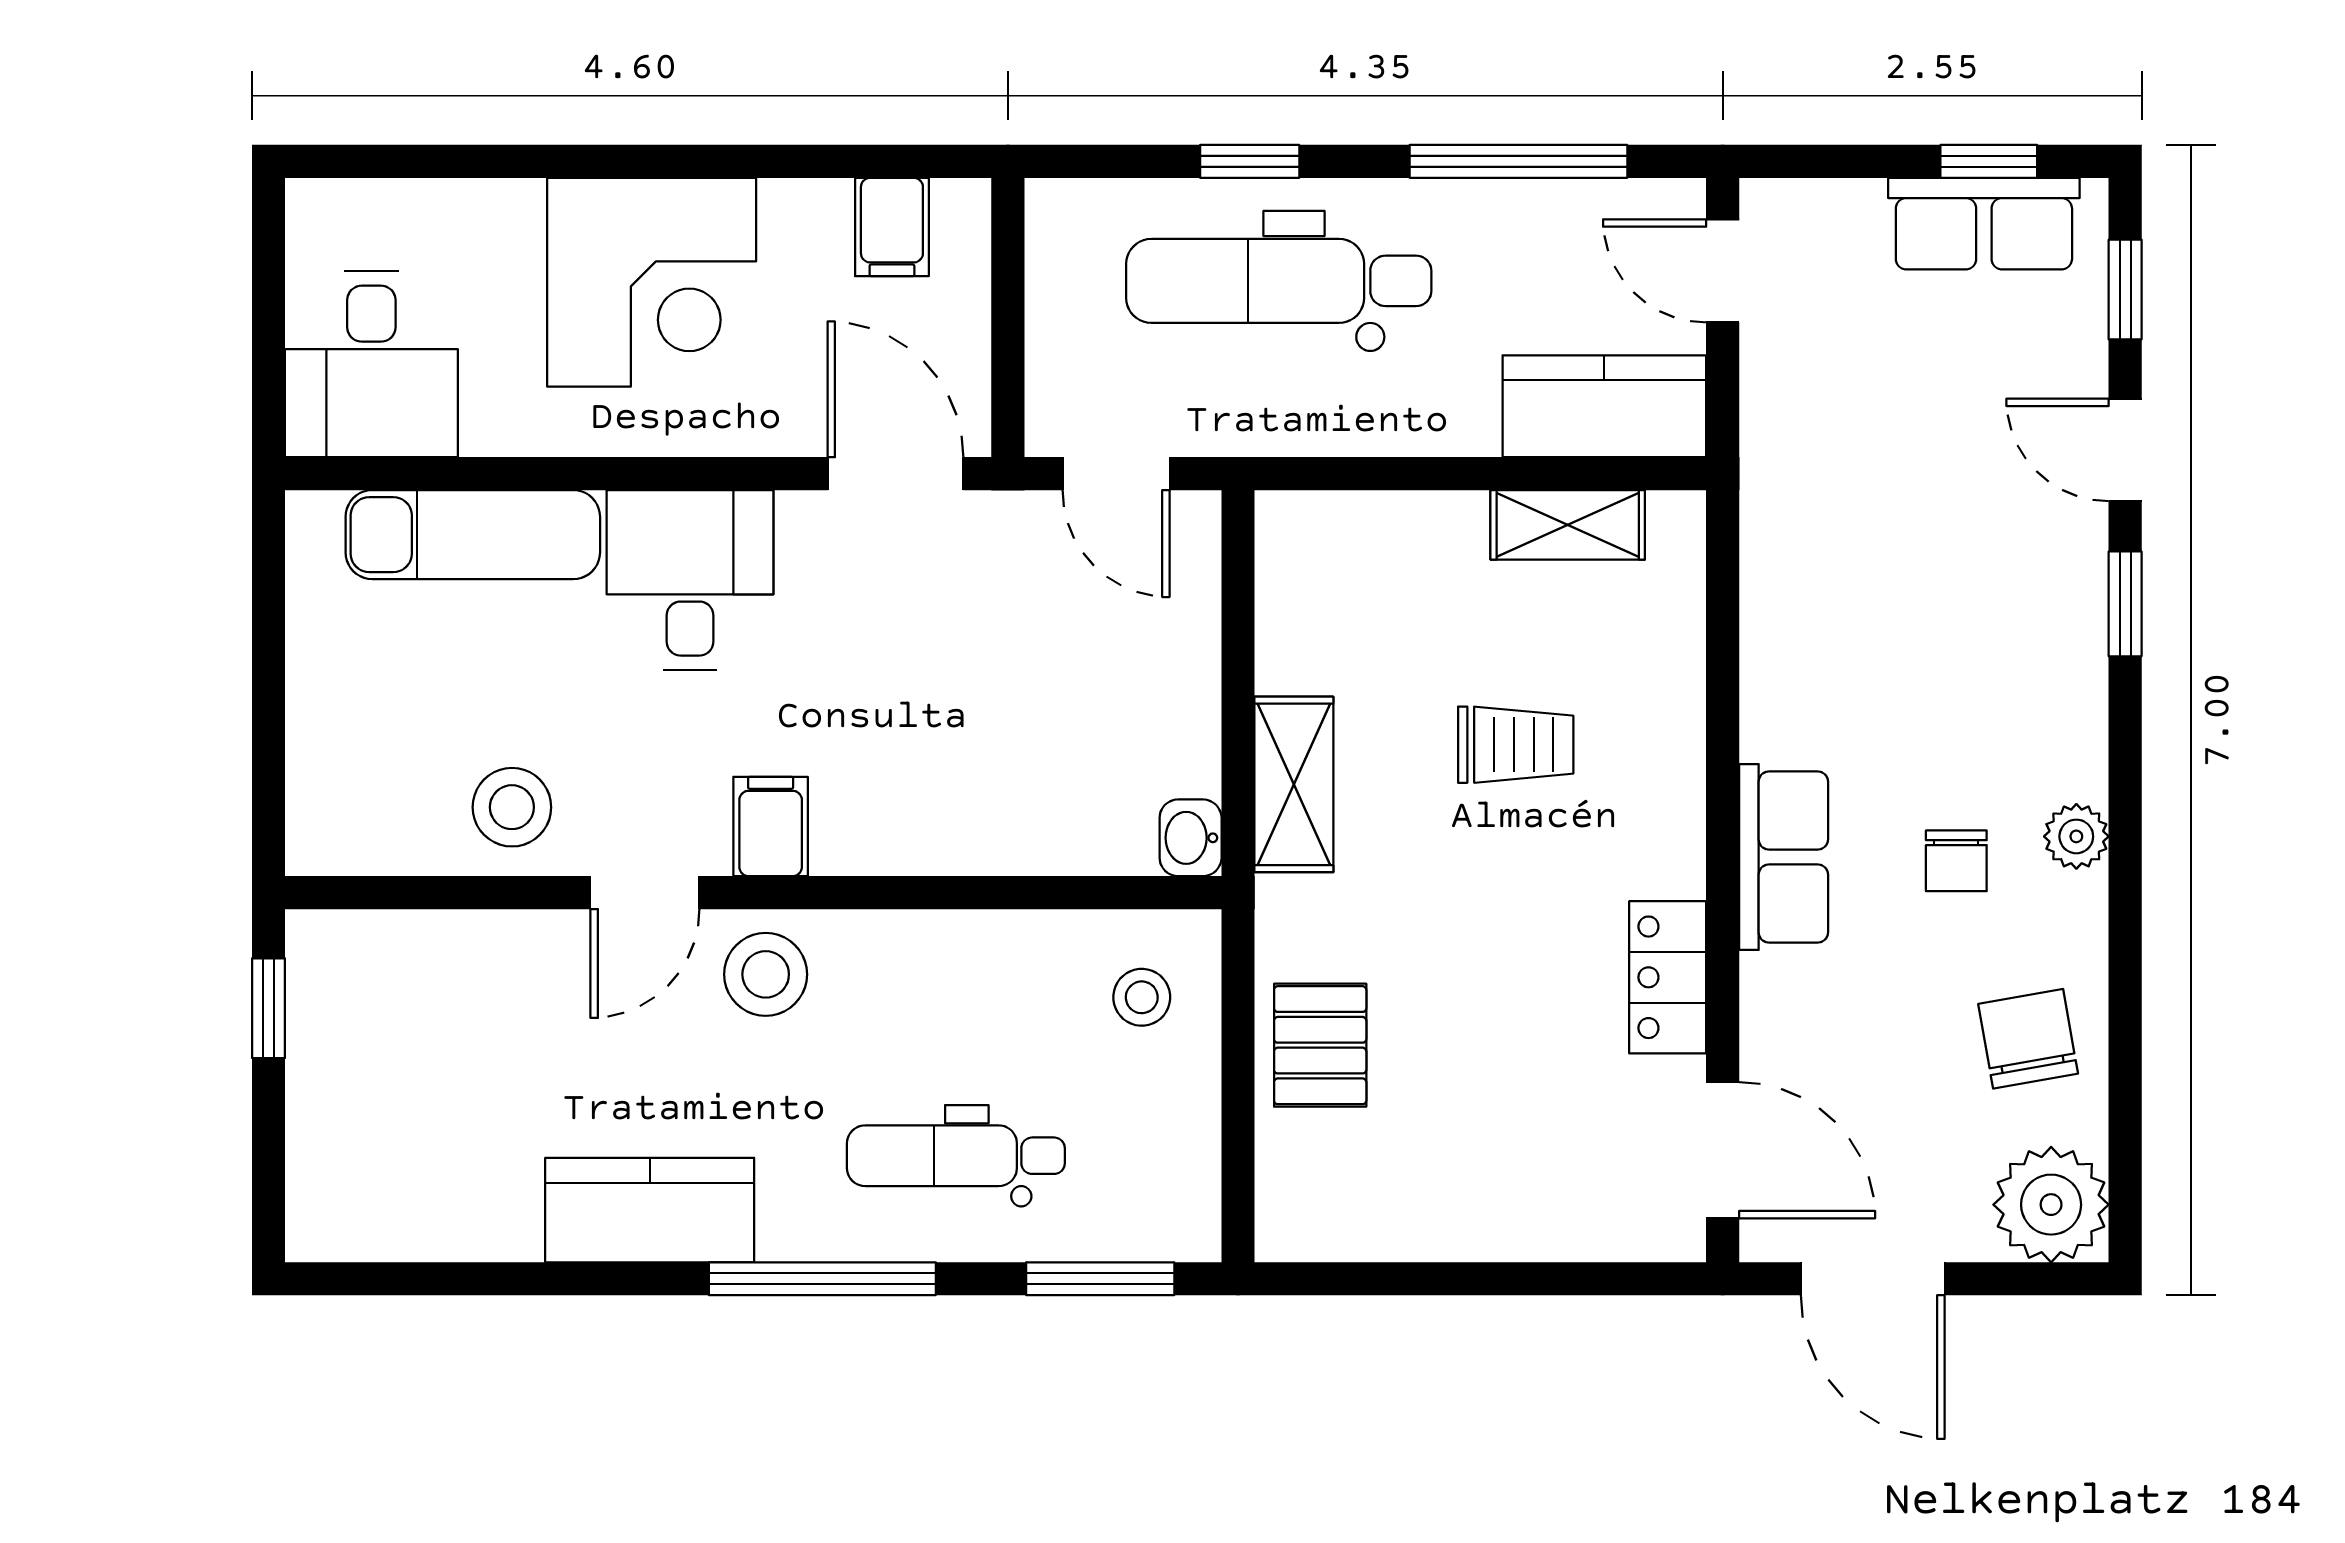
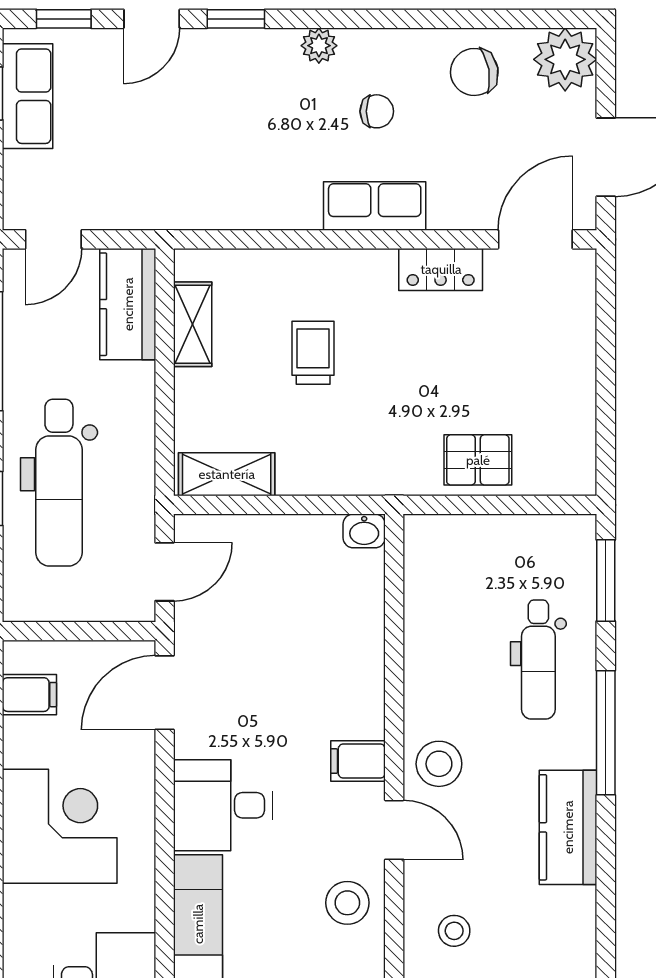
shelving: (1294, 784) -> (227, 474), moved
plant: (2076, 836) -> (319, 46), moved
stool: (1142, 997) -> (454, 931), moved

